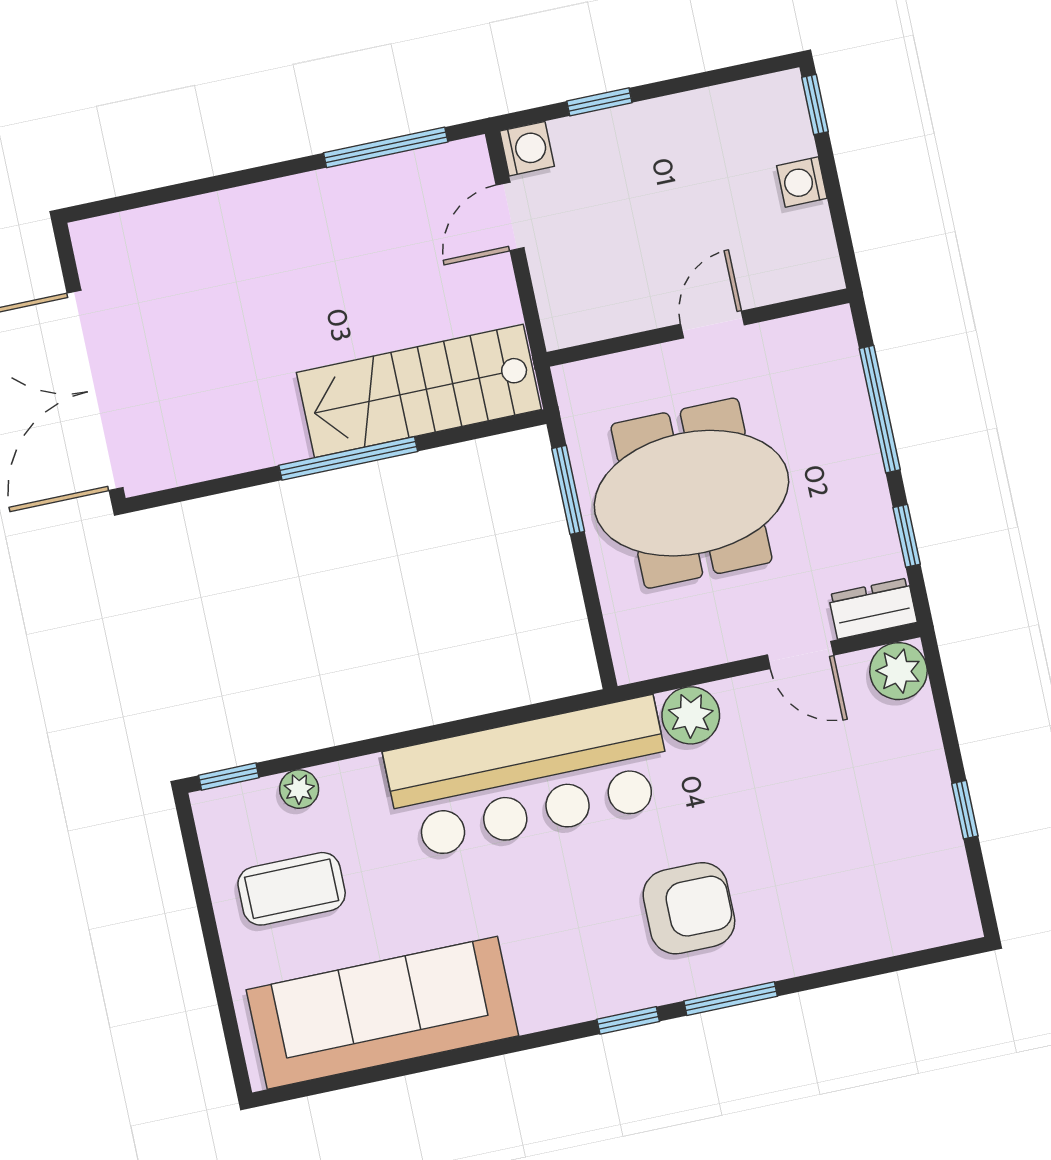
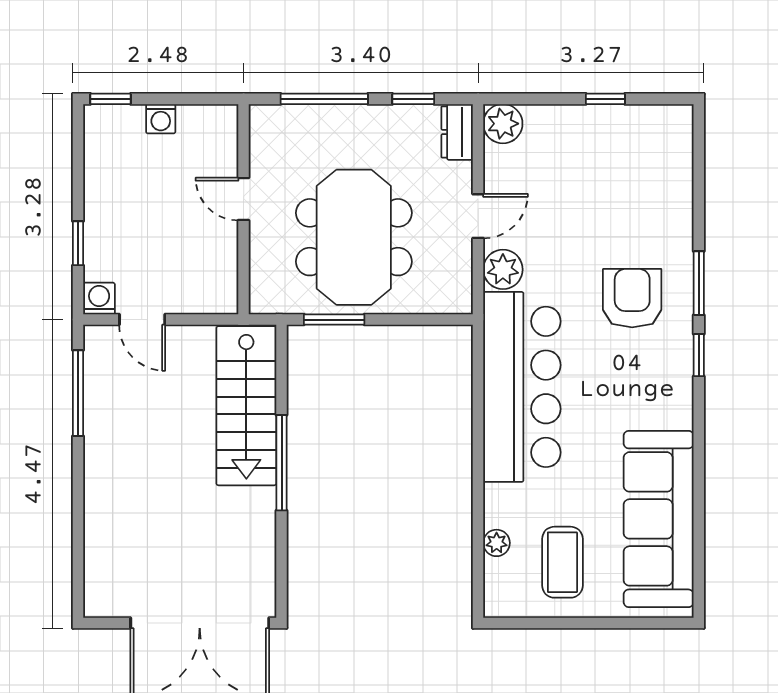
door: (800, 655) -> (478, 216), moved
window: (229, 776) -> (478, 588), removed

